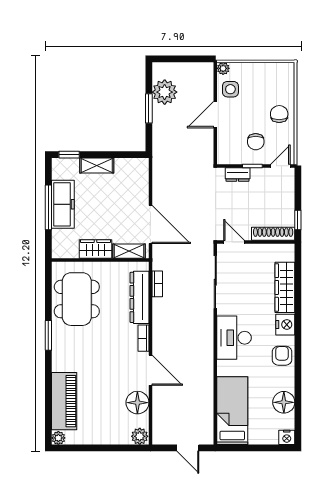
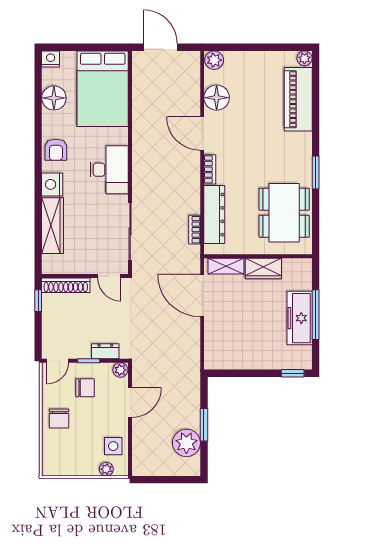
plant: (223, 68) -> (106, 469), moved
door: (215, 115) -> (130, 402), moved
chair: (256, 142) -> (85, 388), turned 90
plant: (224, 158) -> (120, 370), added
shelving: (97, 165) -> (262, 361), removed
bed: (232, 411) -> (103, 89), width x1.50
door: (188, 448) -> (160, 47), width x1.38

